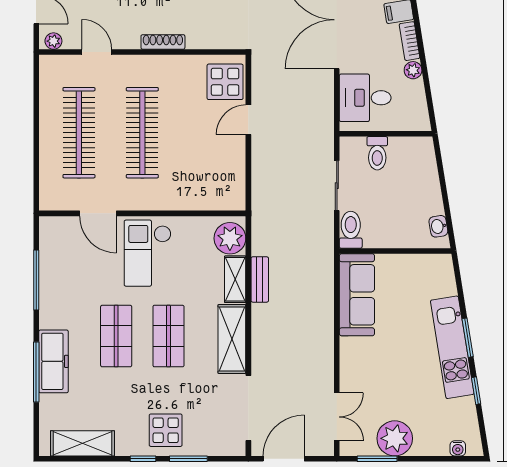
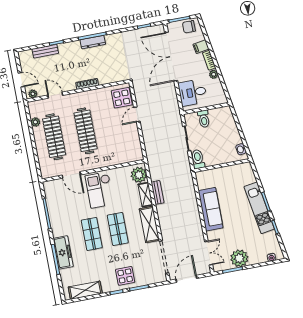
plant: (48, 97) -> (35, 122), added
sofa: (357, 295) -> (211, 209), moved

